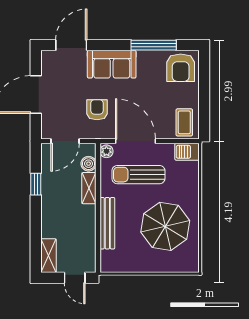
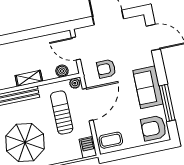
sofa: (112, 64) -> (148, 87), moved
armchair: (97, 110) -> (106, 69), turned 180
window: (36, 184) -> (37, 33), removed
shelving: (89, 188) -> (29, 78), moved

